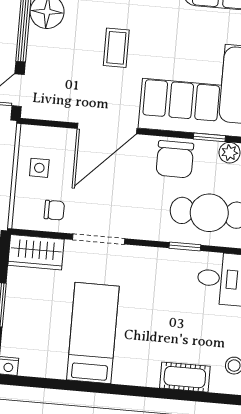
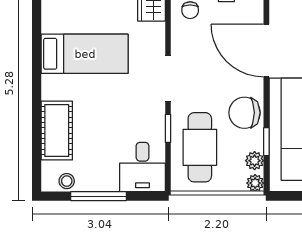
doorway: (99, 239) -> (168, 79), moved
cot: (185, 377) -> (57, 131), width x1.37, depth x1.34

